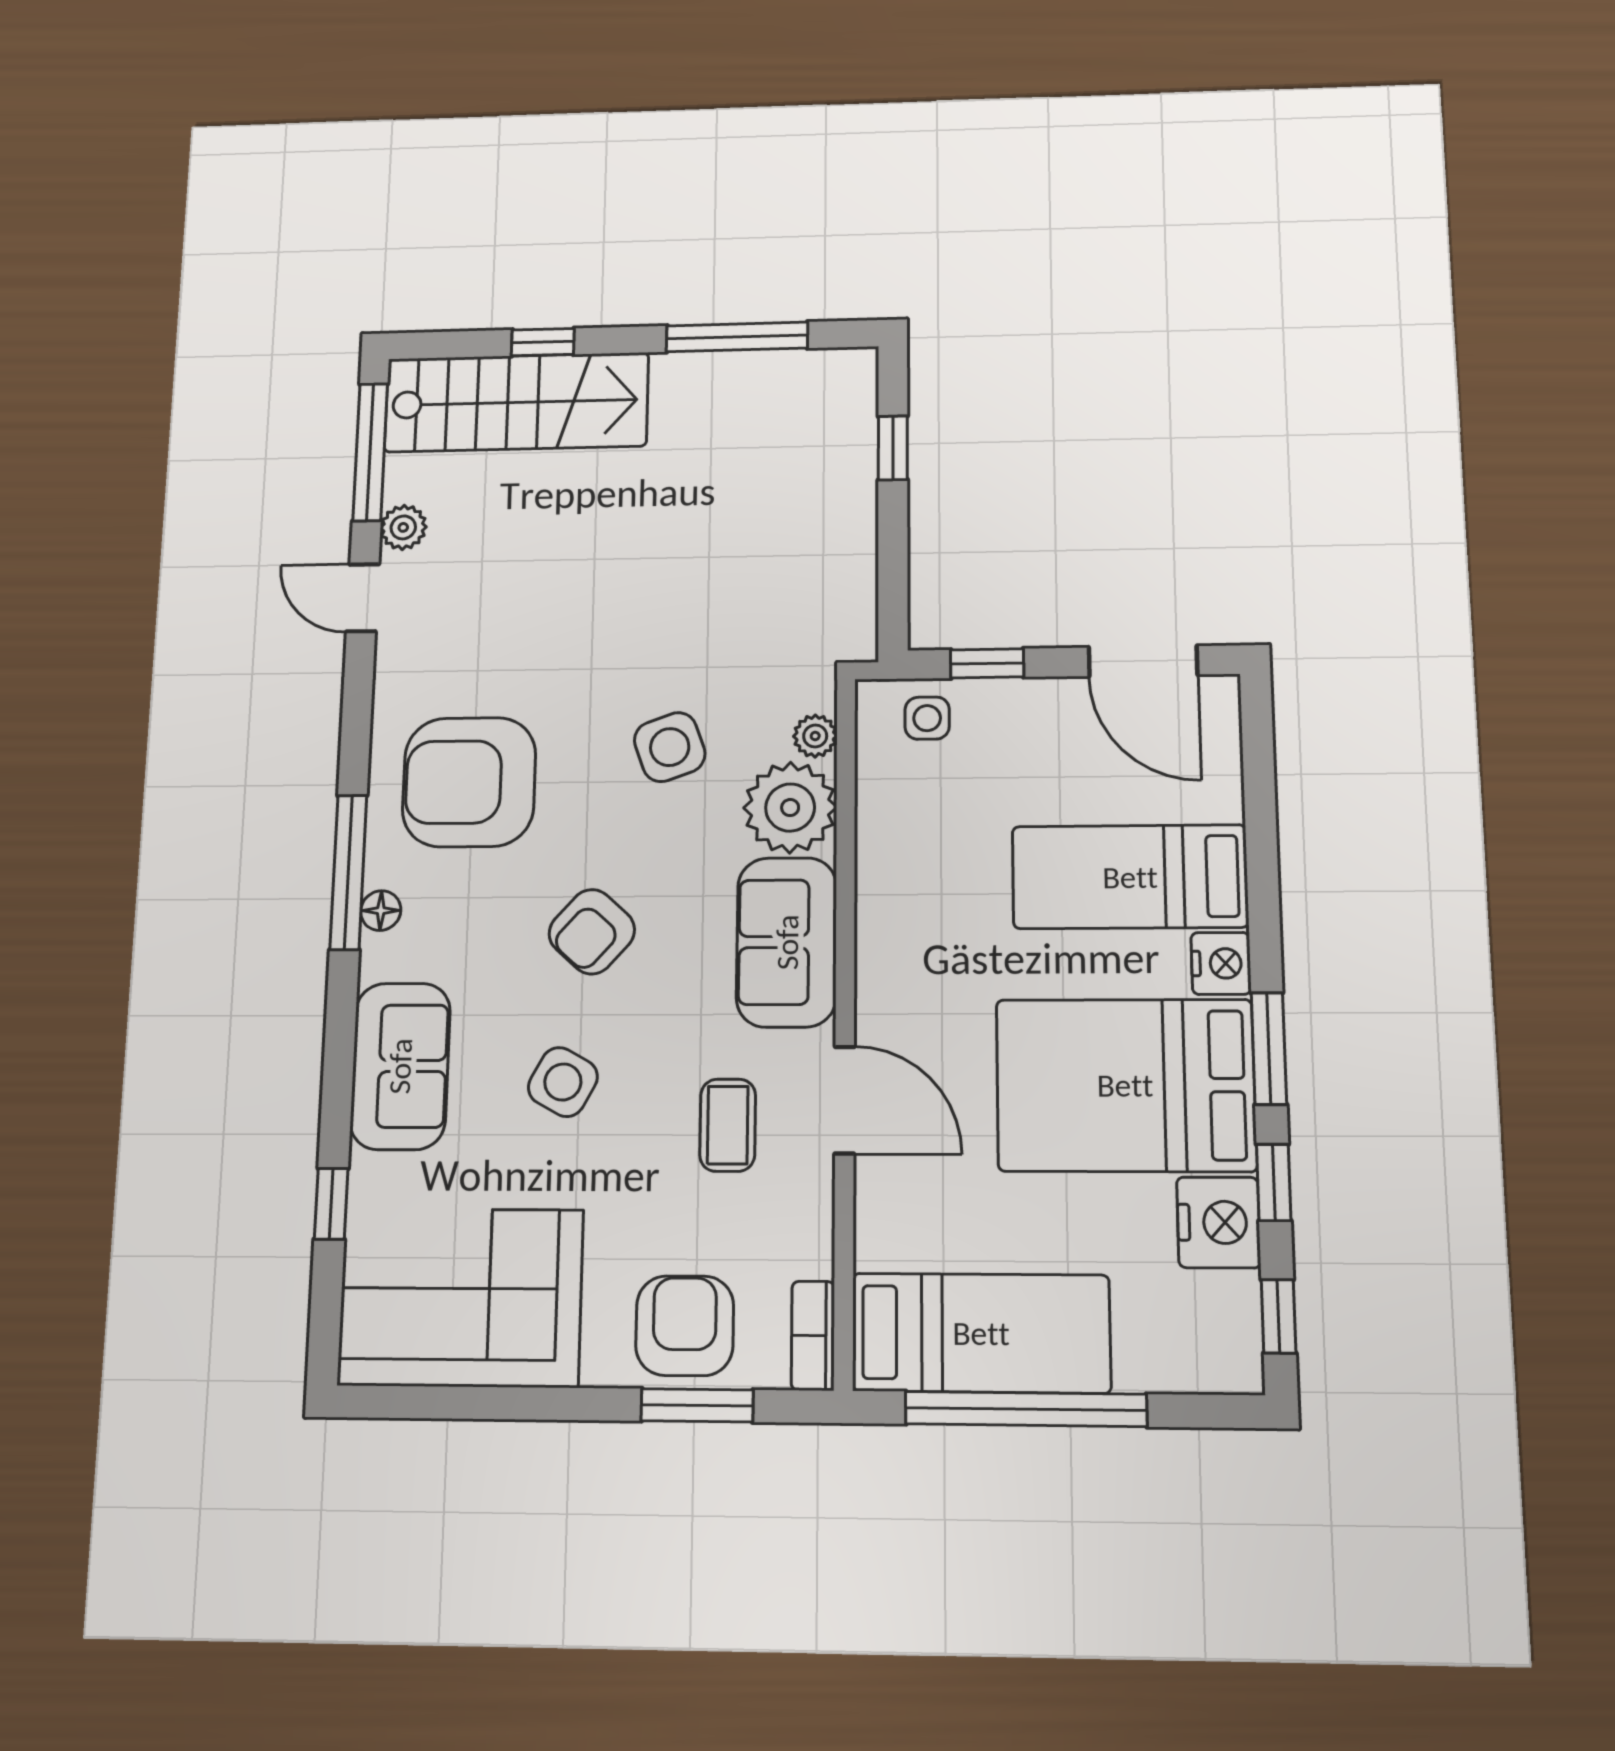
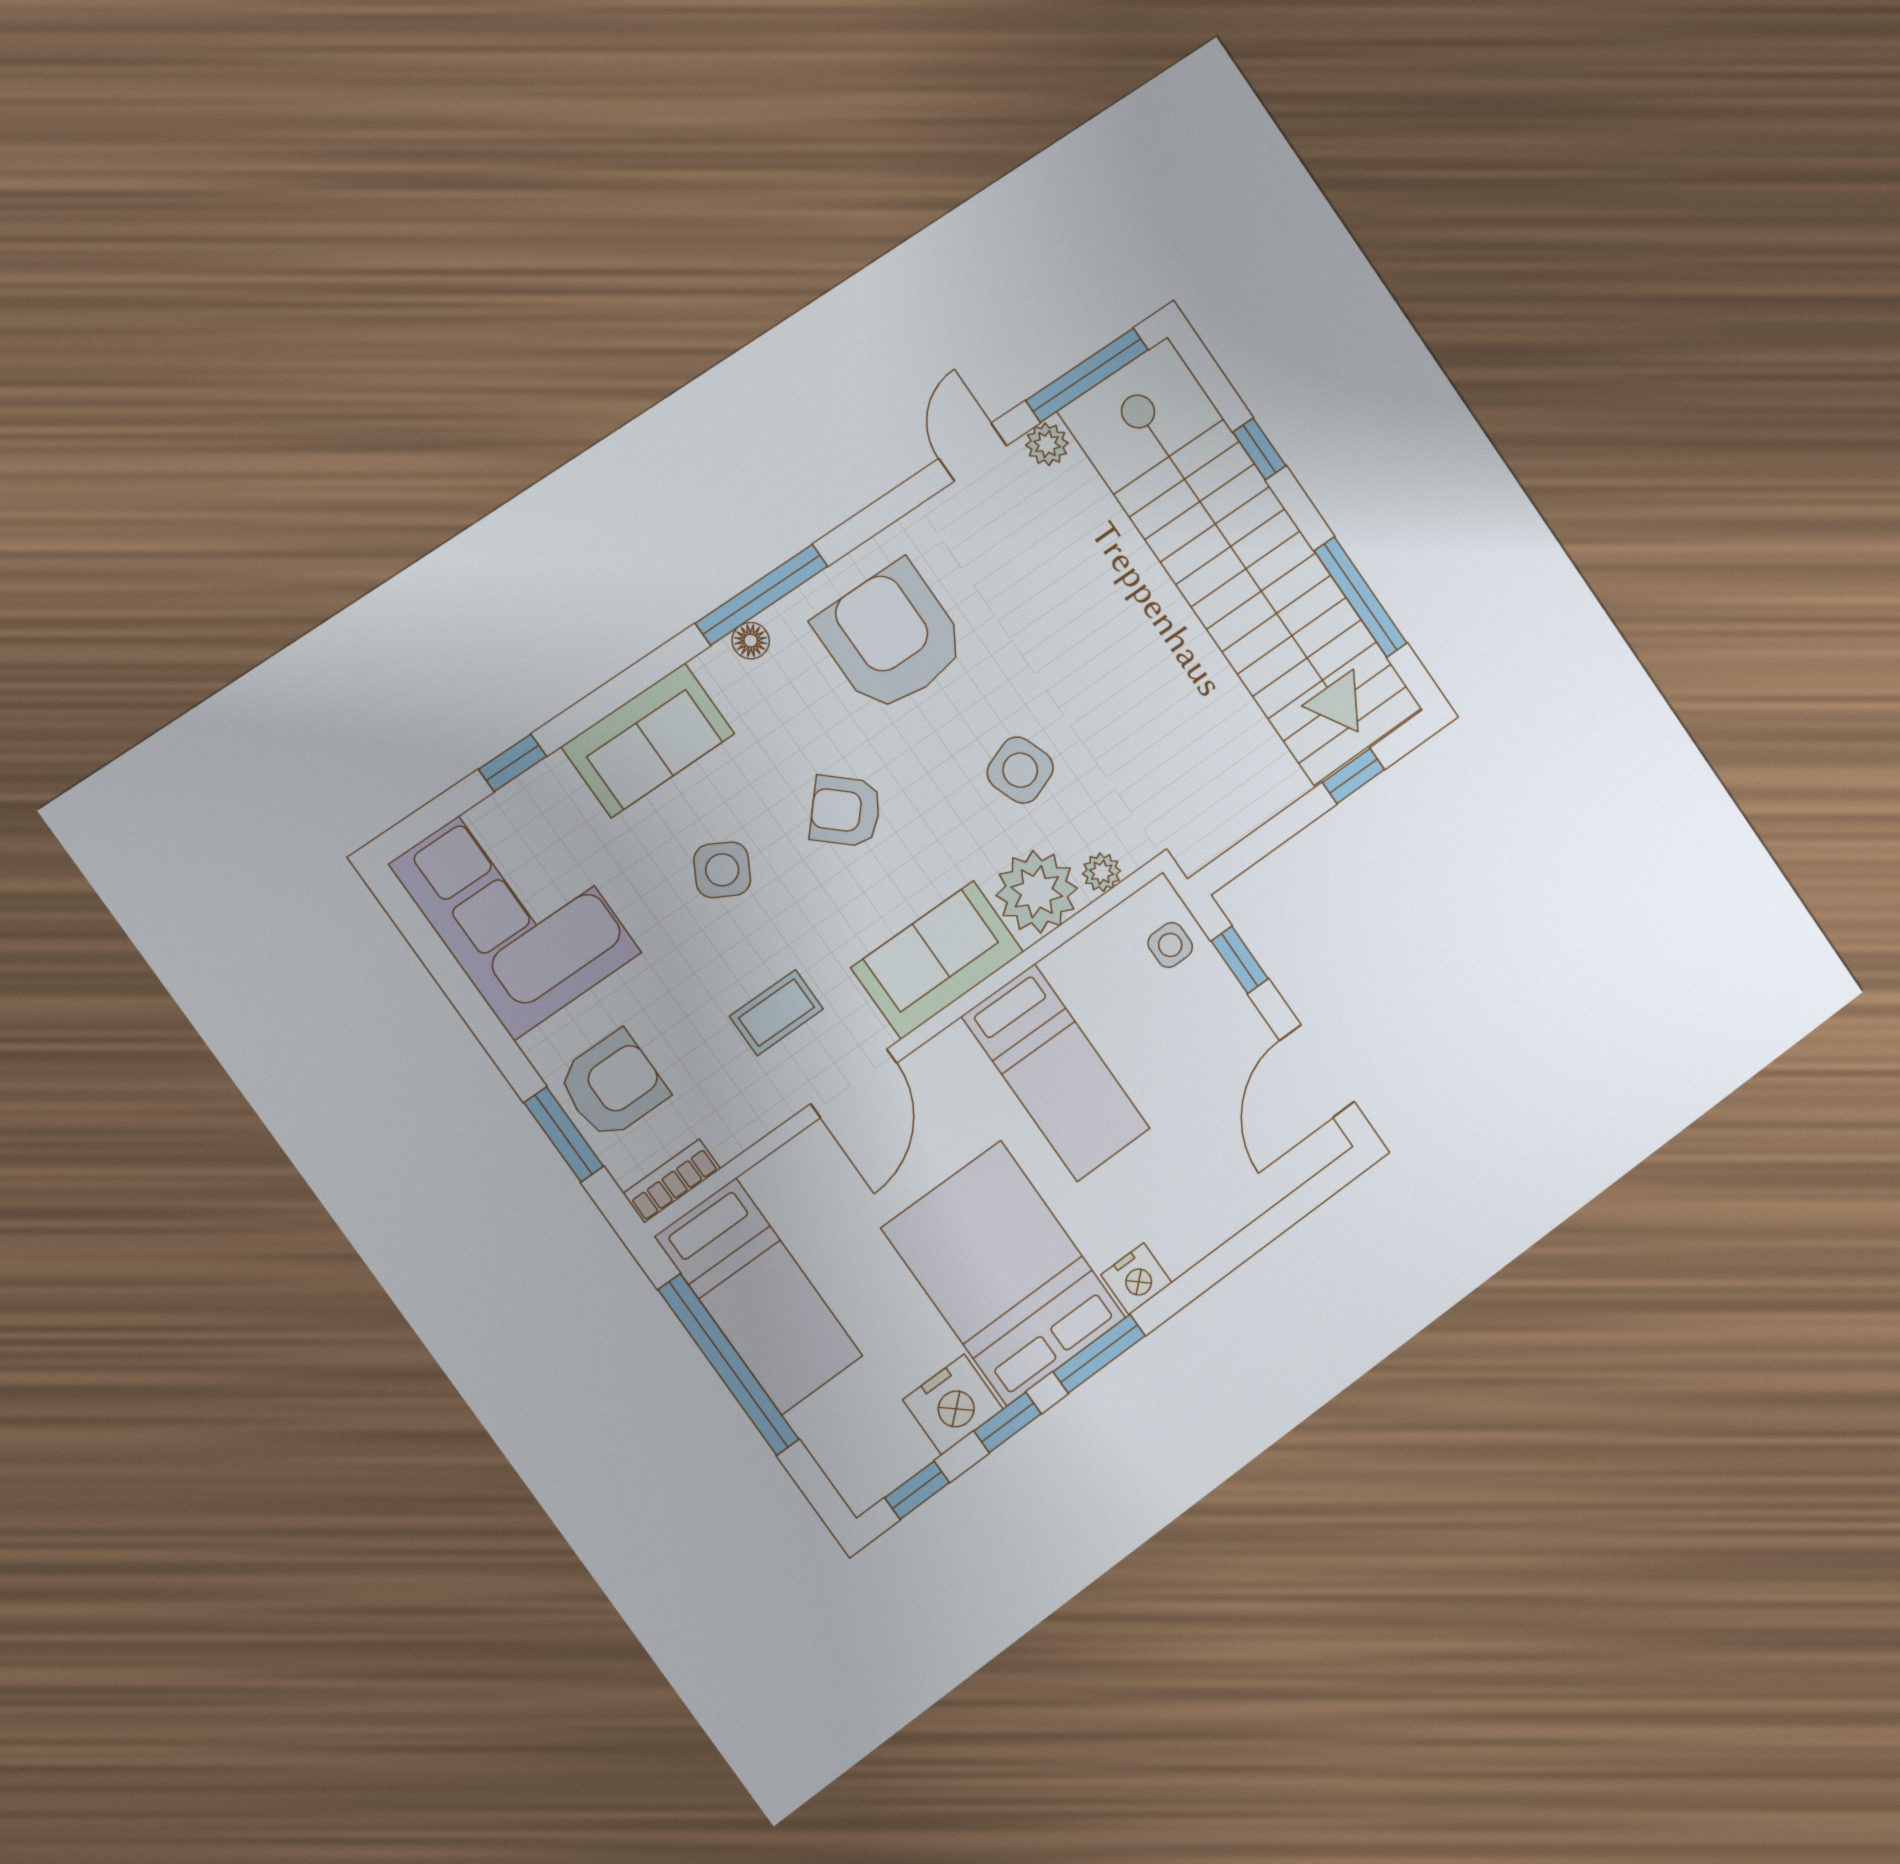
stairs: (516, 402) -> (1241, 561), width x1.86, depth x1.51
bed: (1130, 877) -> (1056, 1073), moved, turned 180

